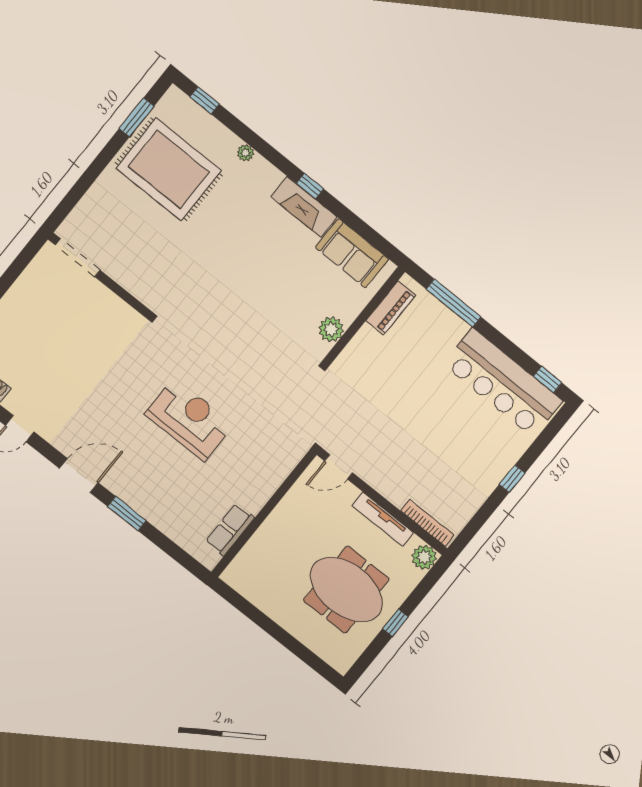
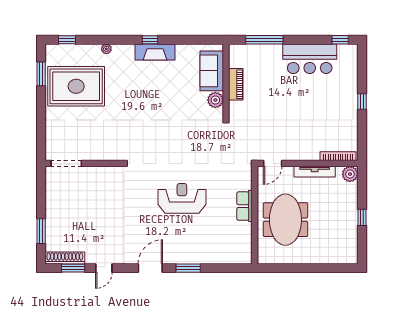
sofa: (352, 253) -> (212, 71), moved, turned 90
piano: (391, 308) -> (236, 84), moved
bar counter: (503, 383) -> (310, 59), width x0.73
row of seats: (230, 530) -> (244, 206), moved
meeting table: (346, 590) -> (285, 220), moved, turned 90

